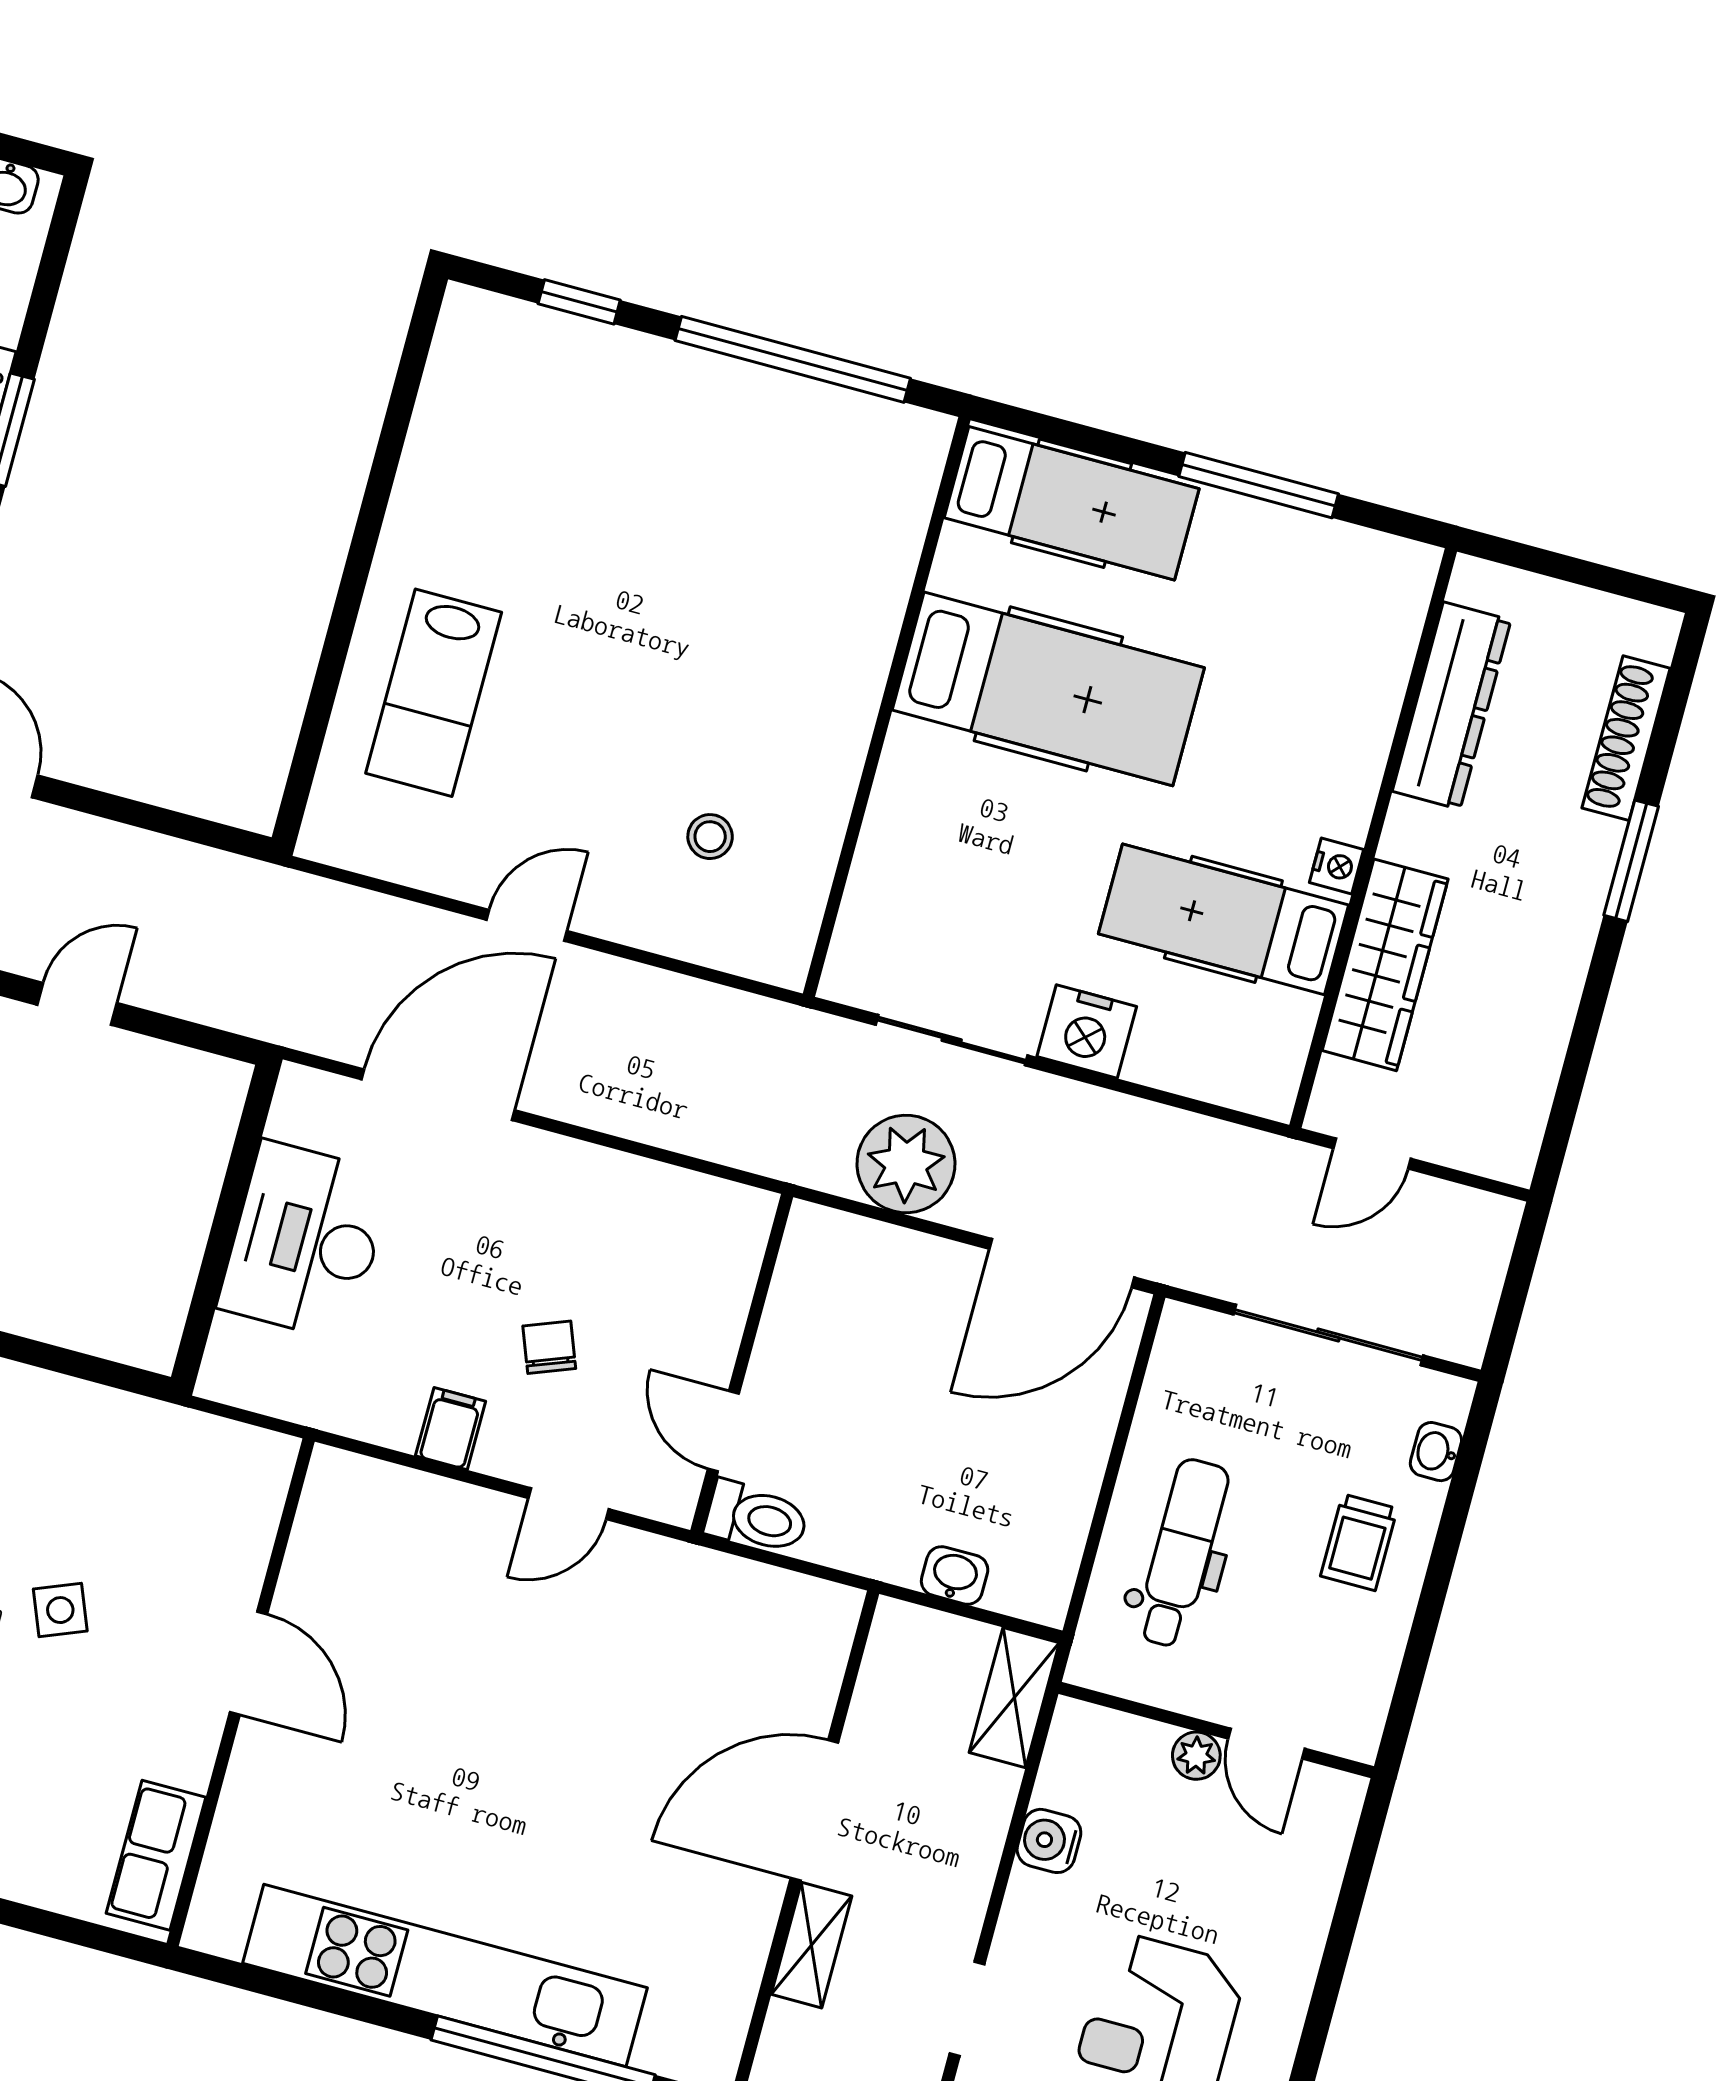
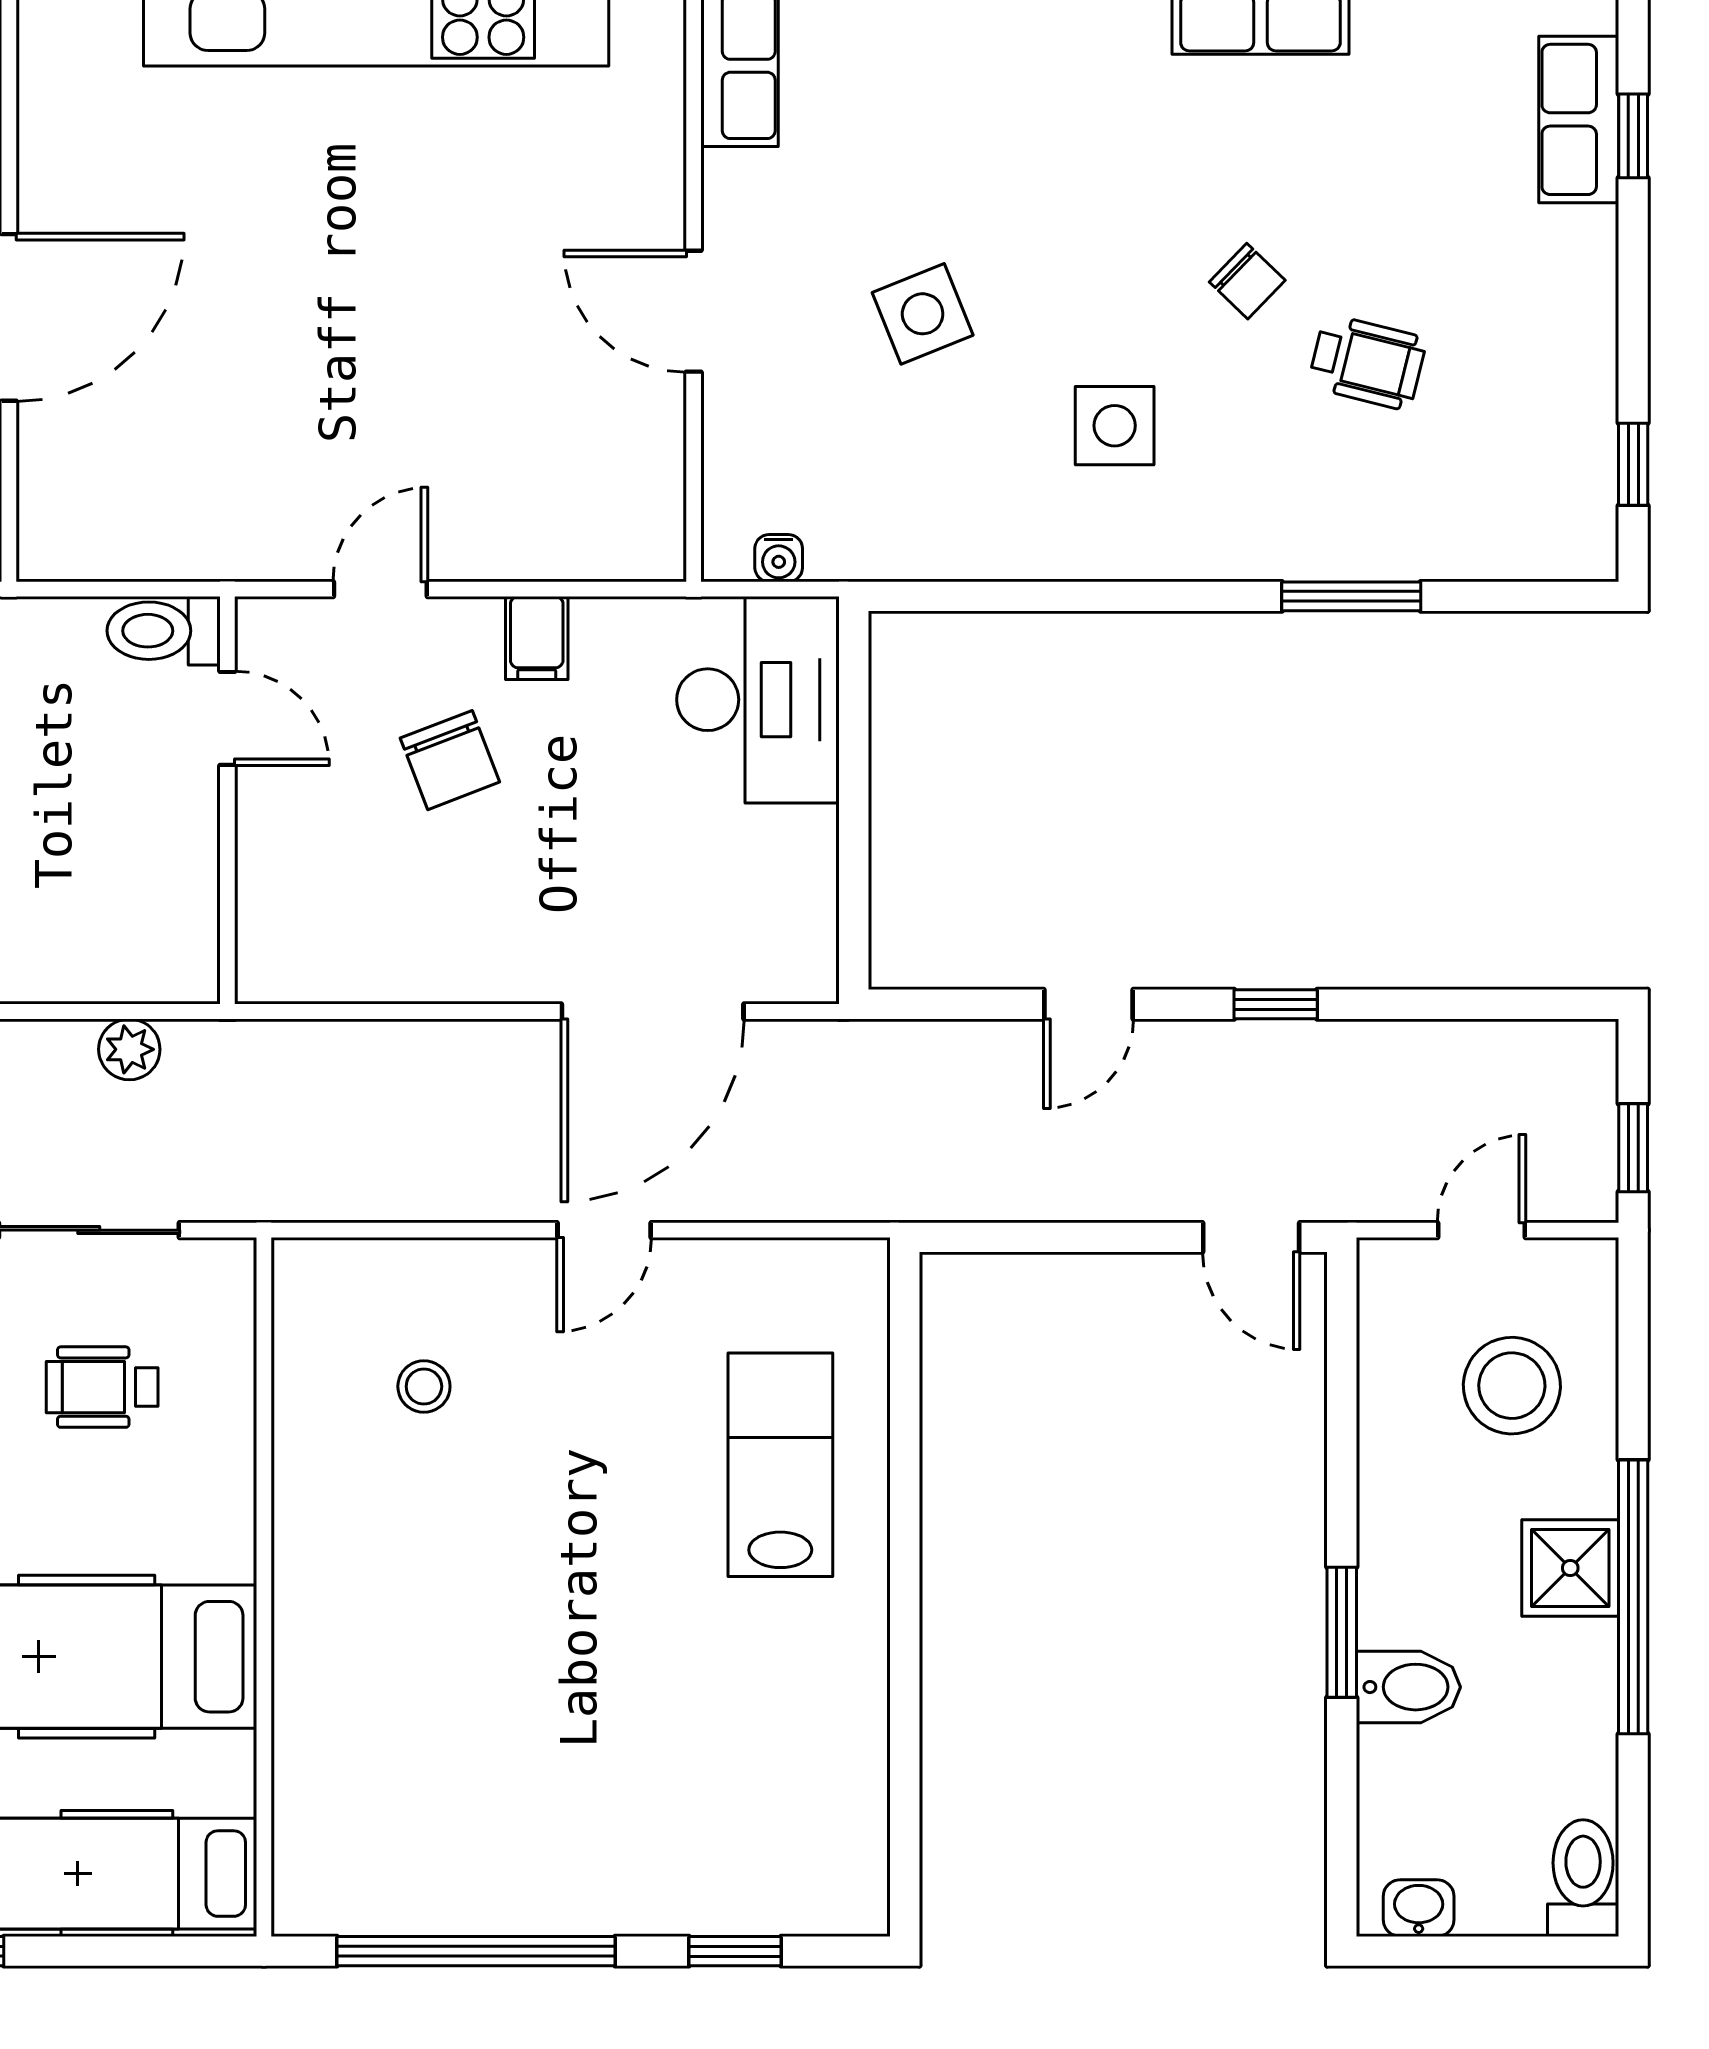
wheelchair: (975, 908) -> (102, 1387), added
plant: (906, 1164) -> (129, 1049), width x0.53, depth x0.53
desk: (305, 1241) -> (758, 700), moved
chair: (549, 1347) -> (450, 760), width x1.37, depth x1.37
water cooler: (233, 1441) -> (779, 558), added
side table: (60, 1610) -> (923, 314), width x1.37, depth x1.37

